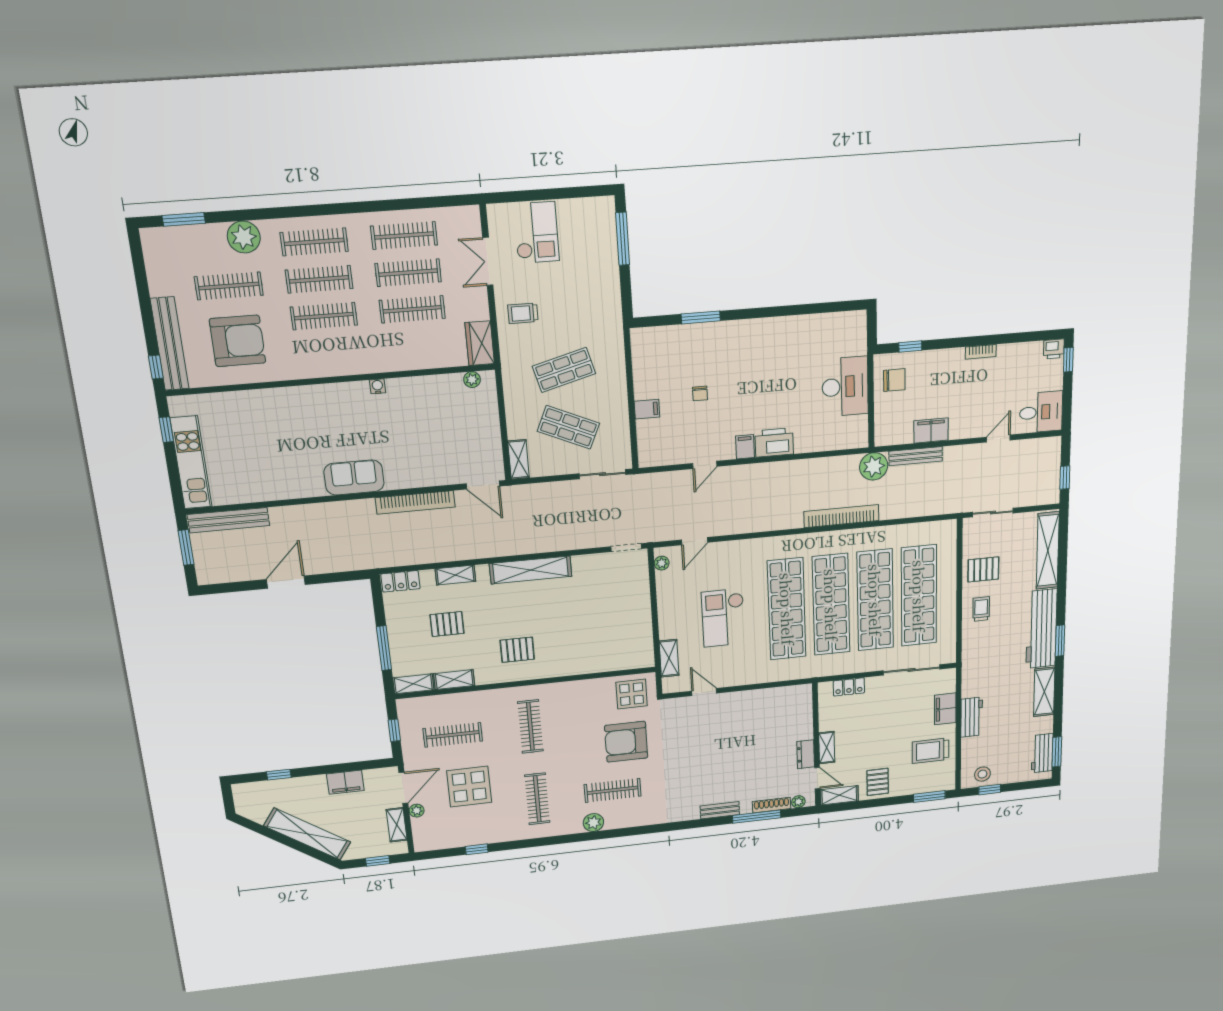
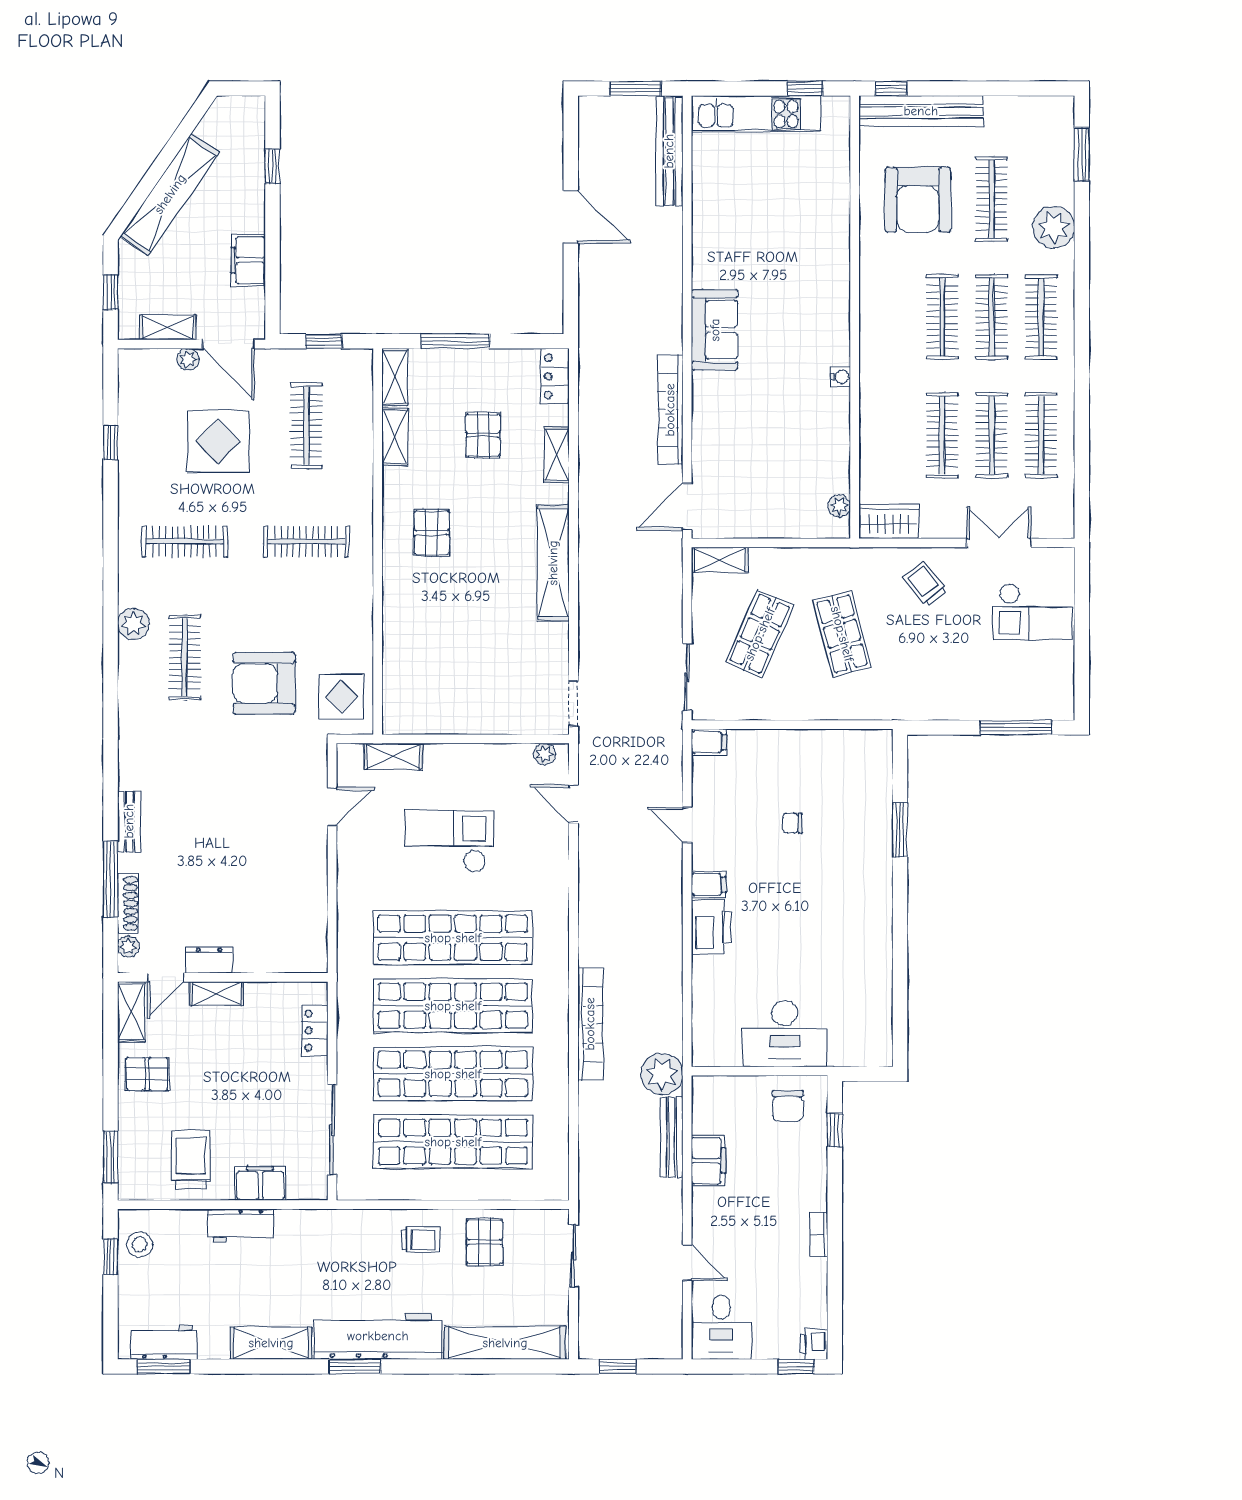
trolley: (523, 313) -> (925, 584), turned -39
filing cabinet: (647, 409) -> (709, 742), moved, turned -90
armchair: (626, 742) -> (264, 683), turned -90

